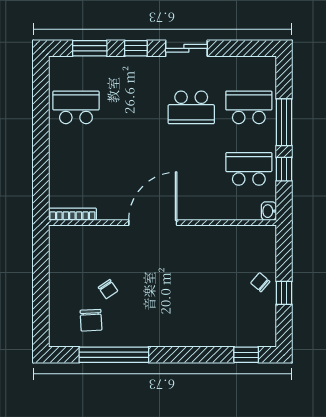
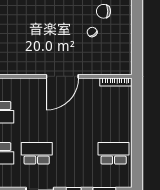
school desk: (76, 107) -> (114, 153), turned 180
chair: (91, 320) -> (104, 11), turned -87

